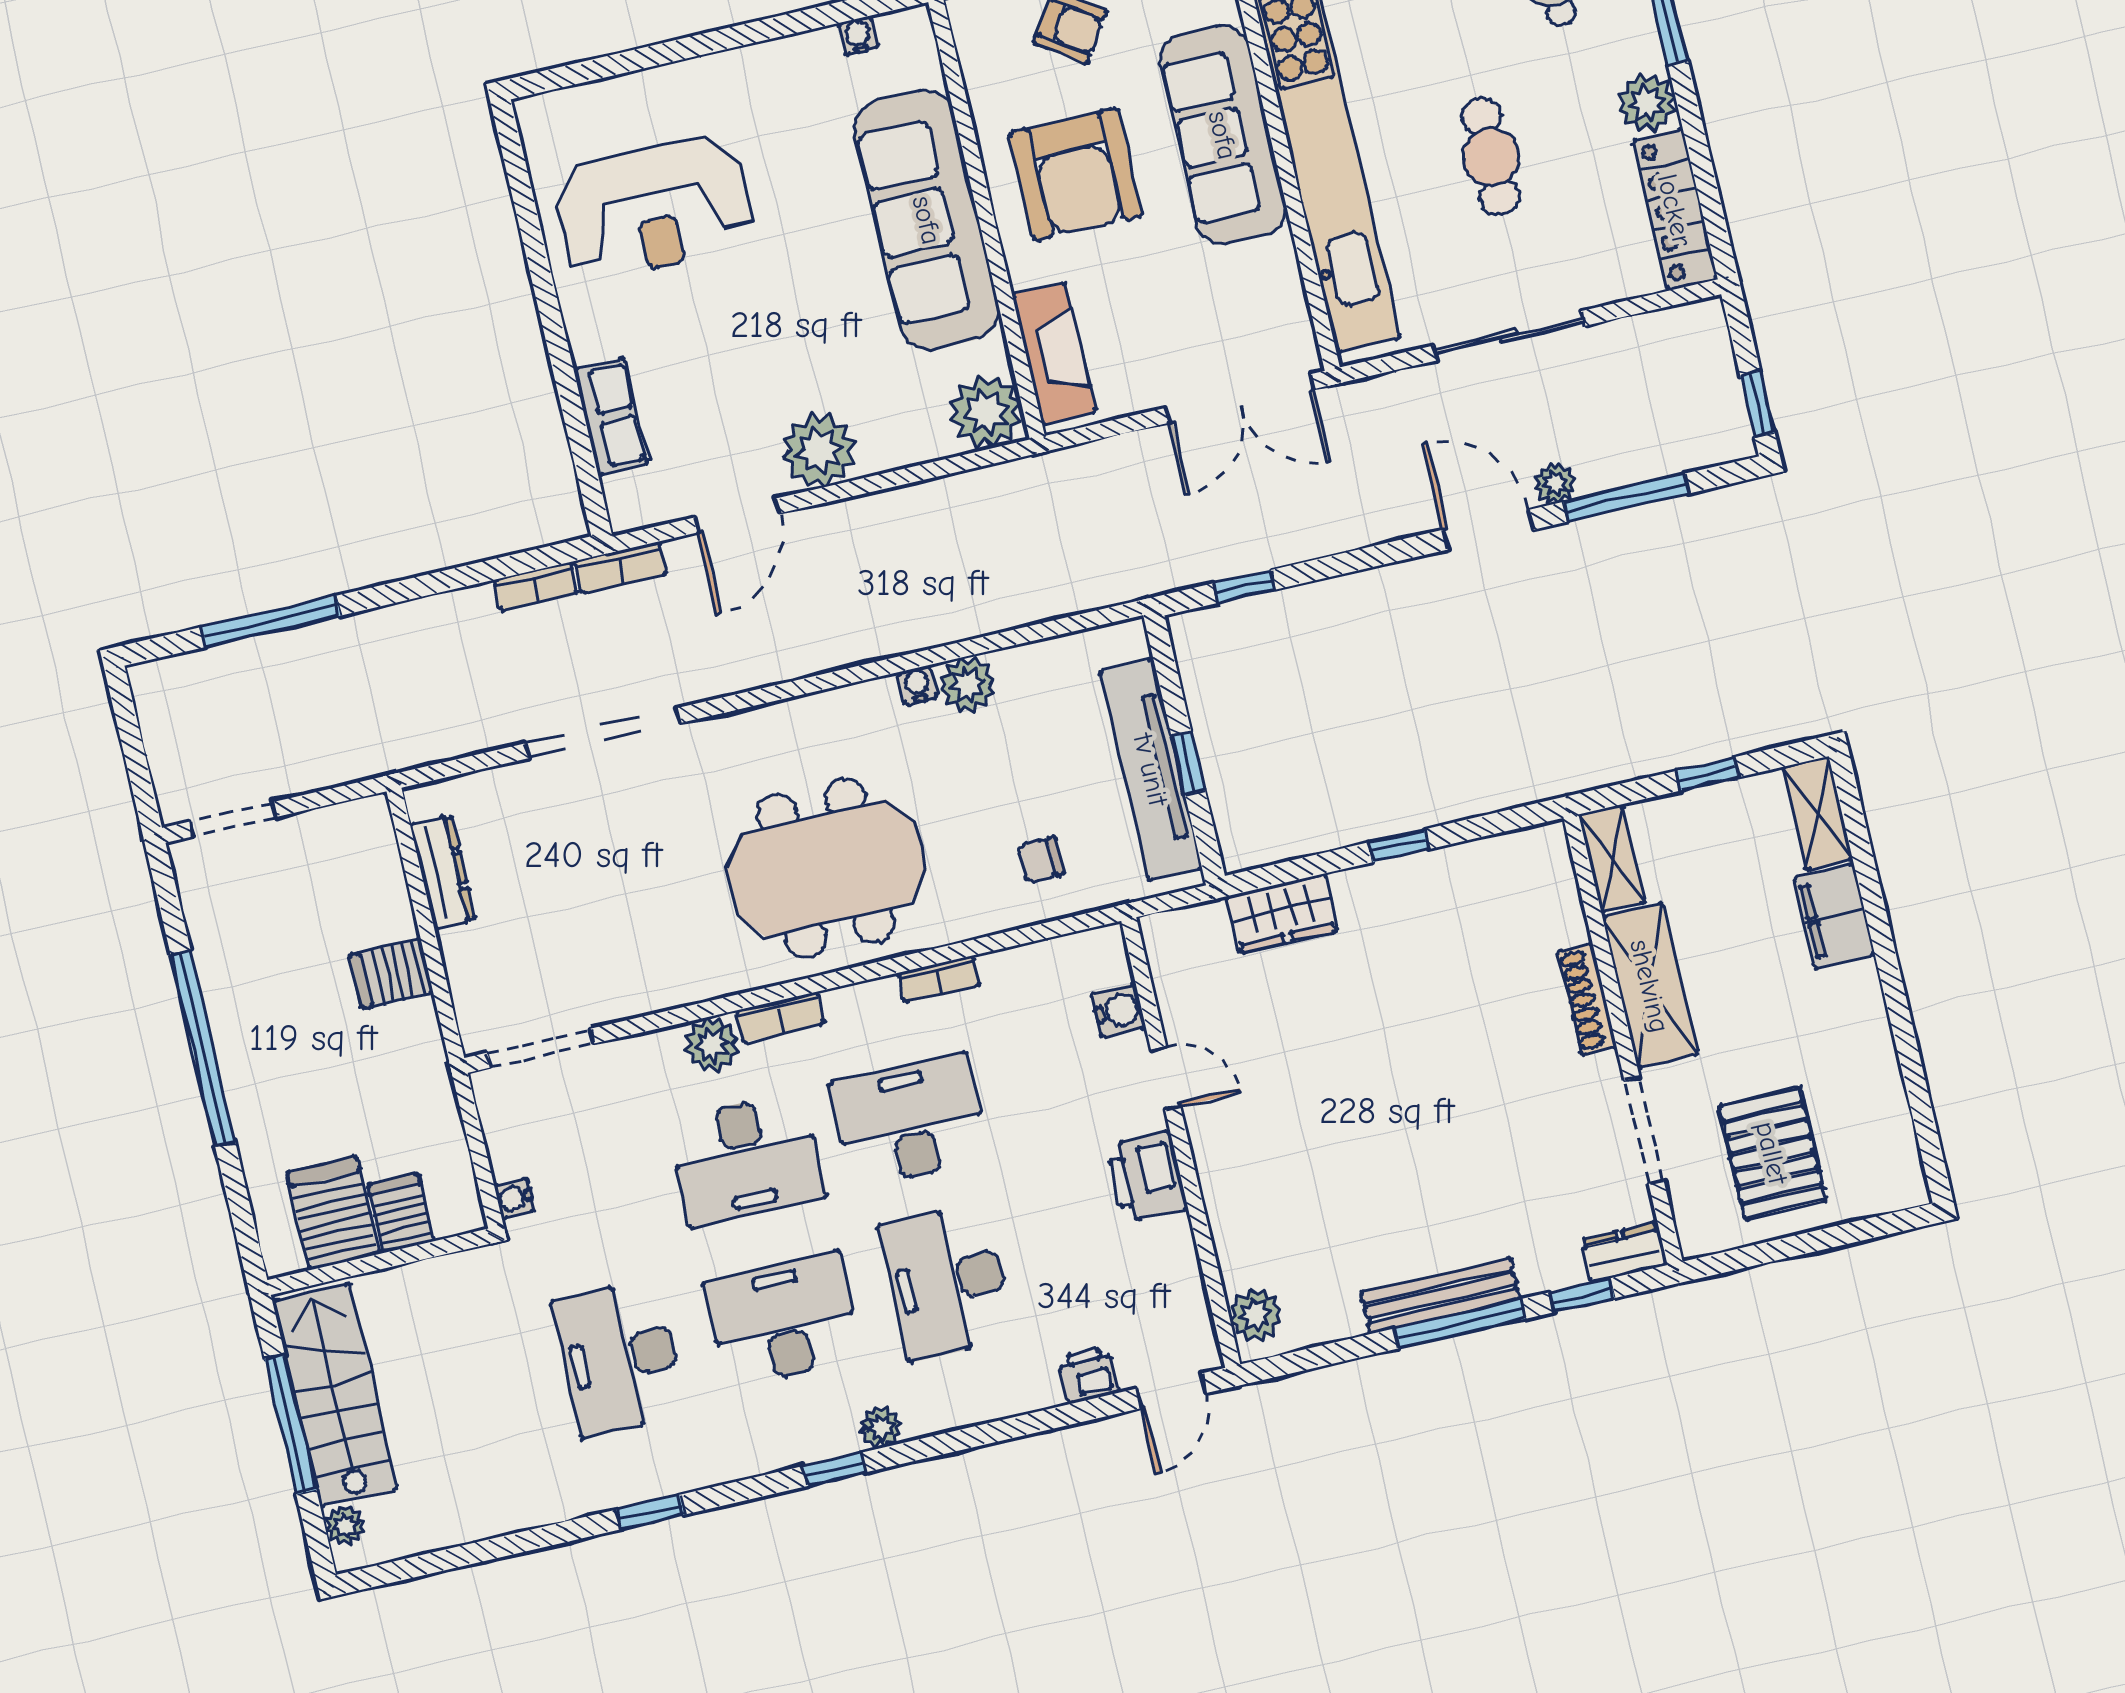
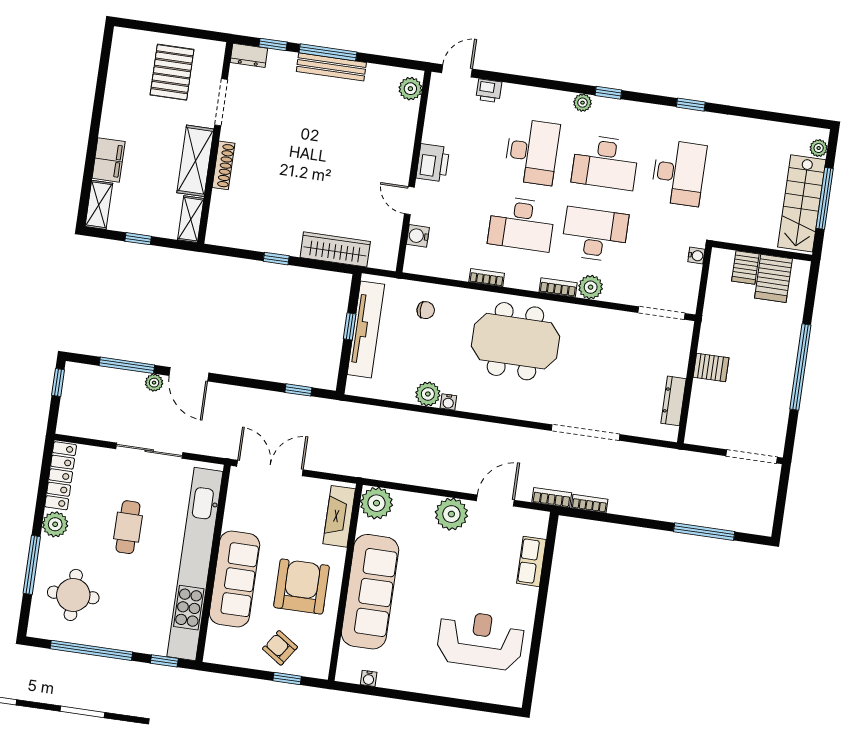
doorway: (232, 819) -> (752, 456), width x1.38
wardrobe: (1282, 914) -> (335, 249), width x1.50

